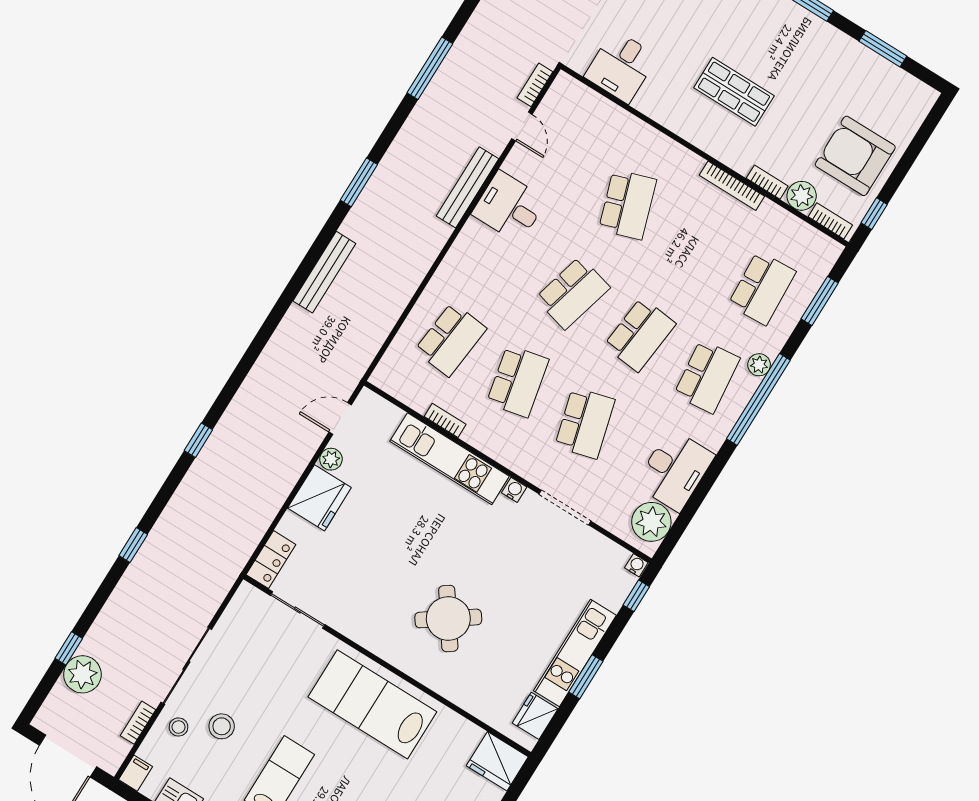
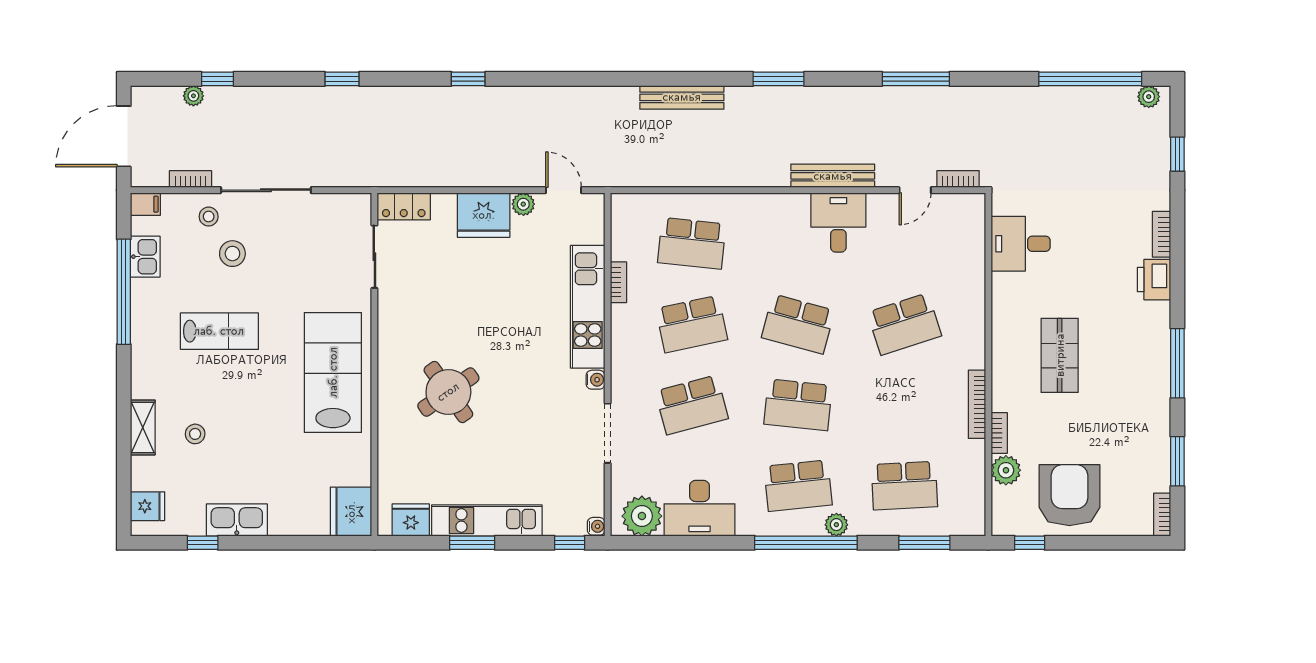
bookcase: (830, 221) -> (1162, 515), moved, turned 180
plant: (82, 674) -> (193, 96), width x0.53, depth x0.53

